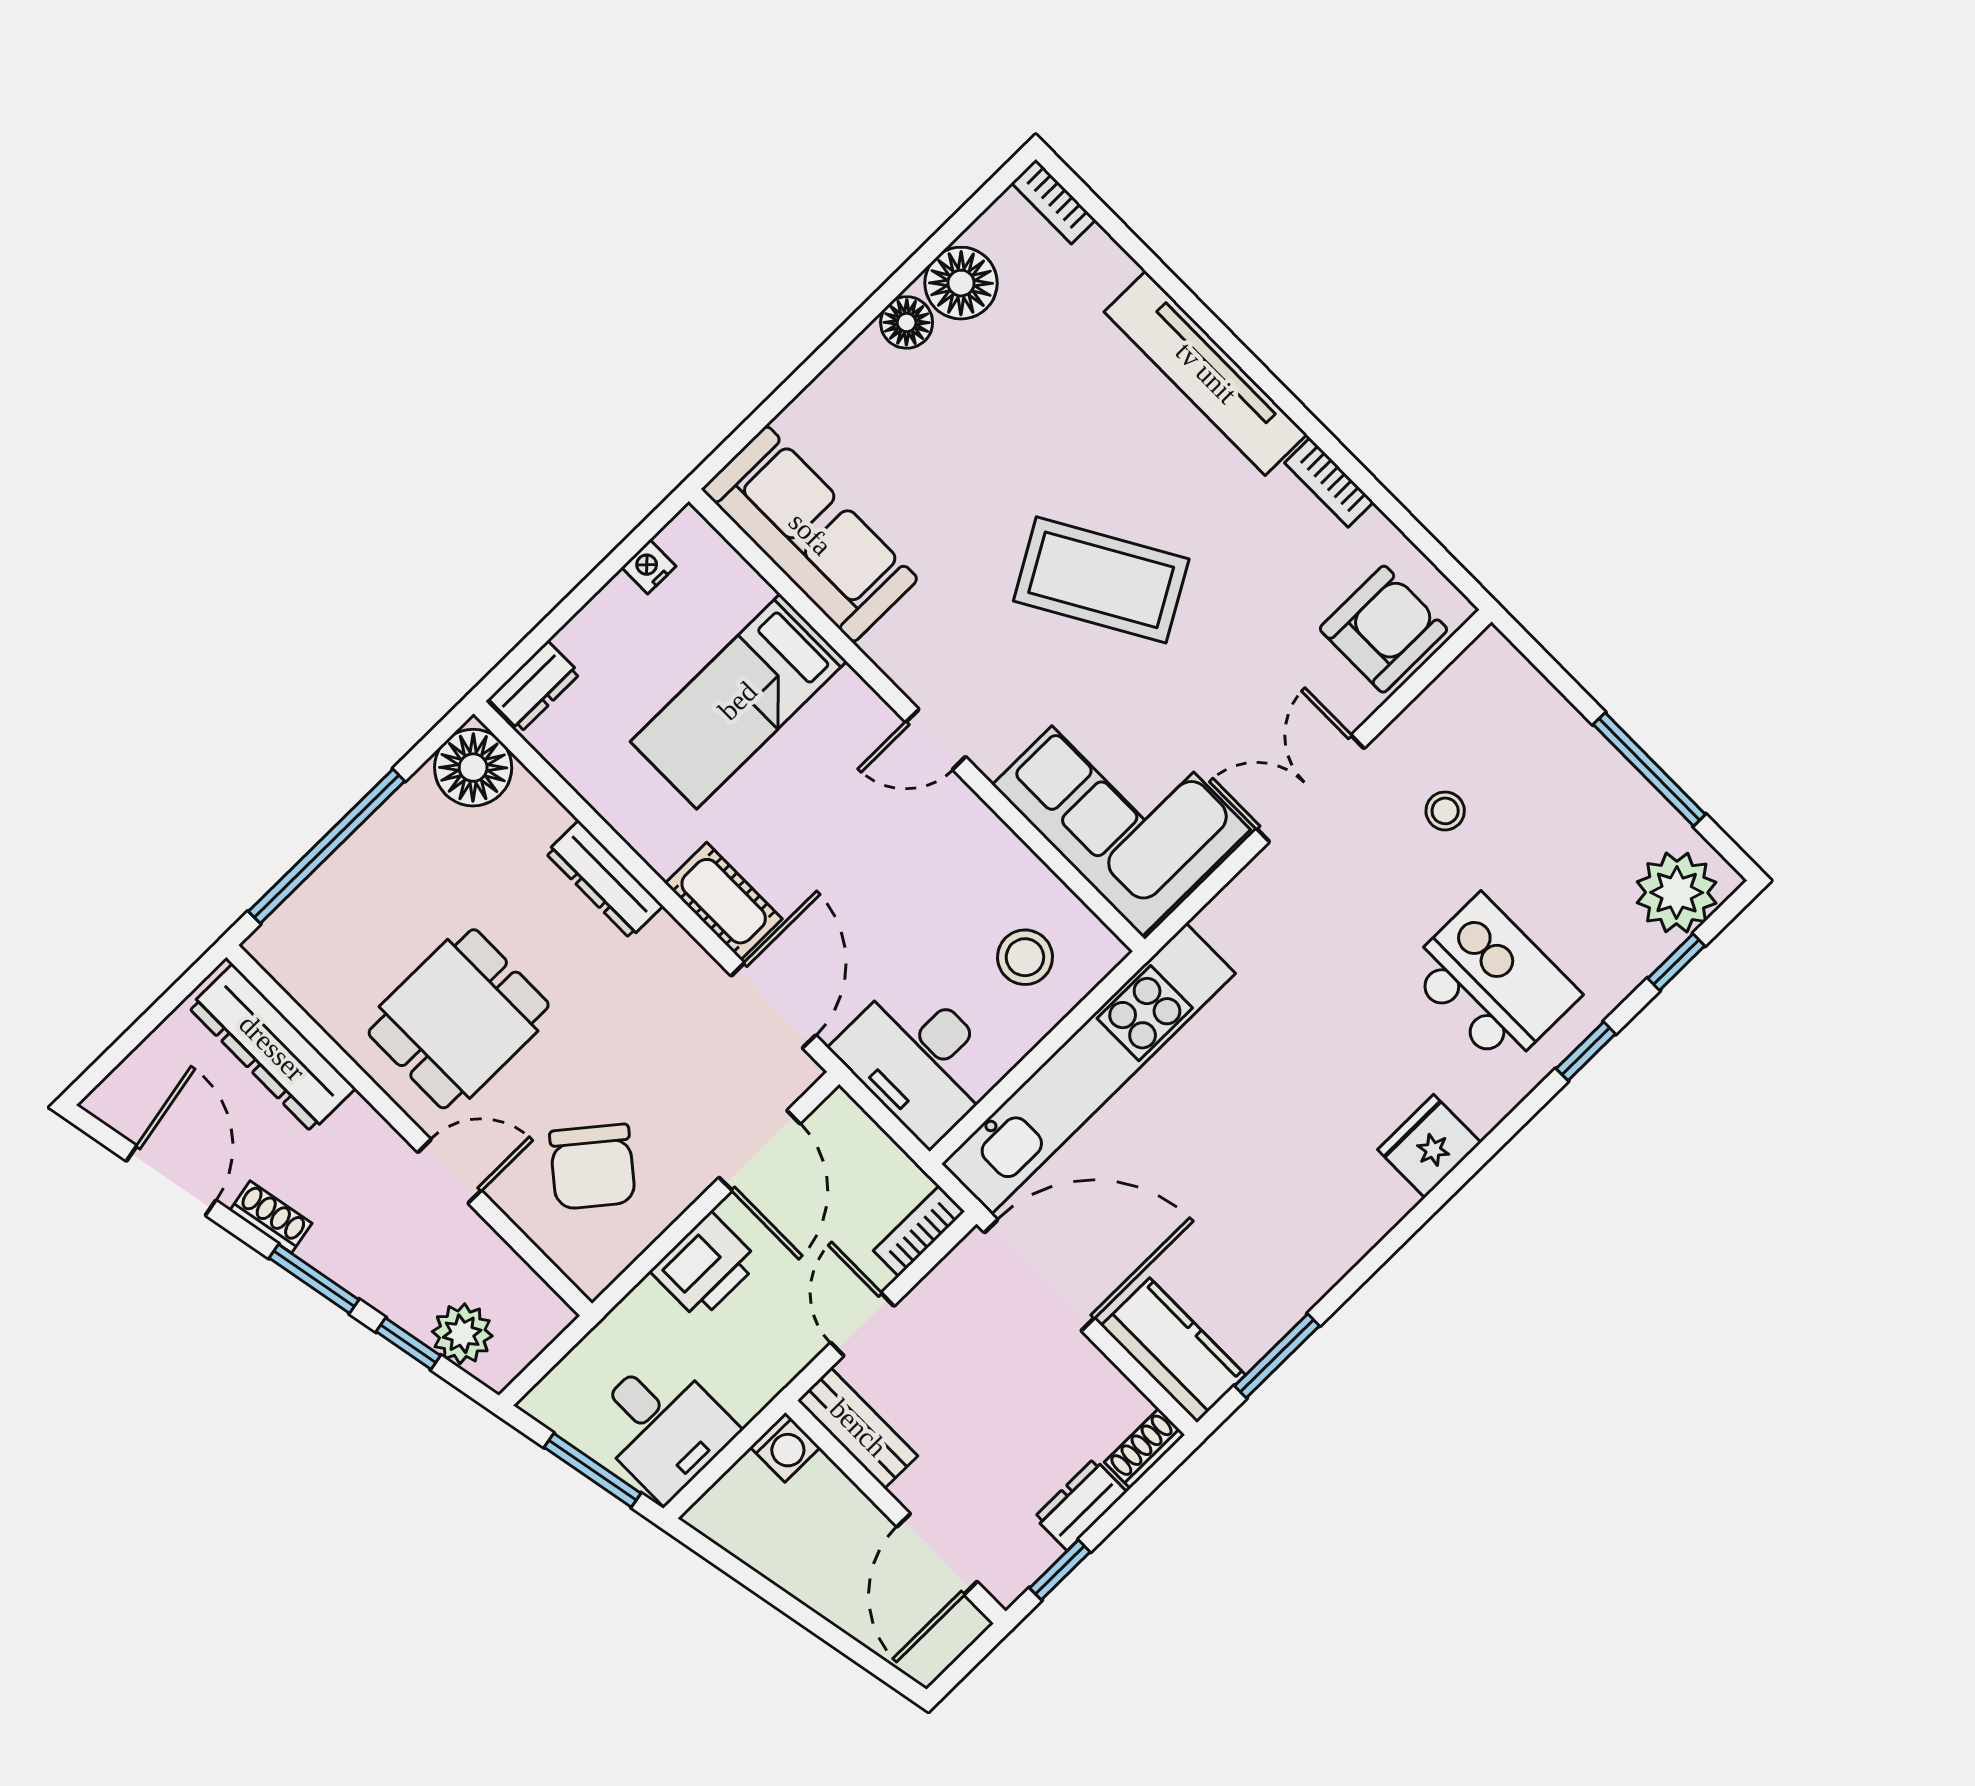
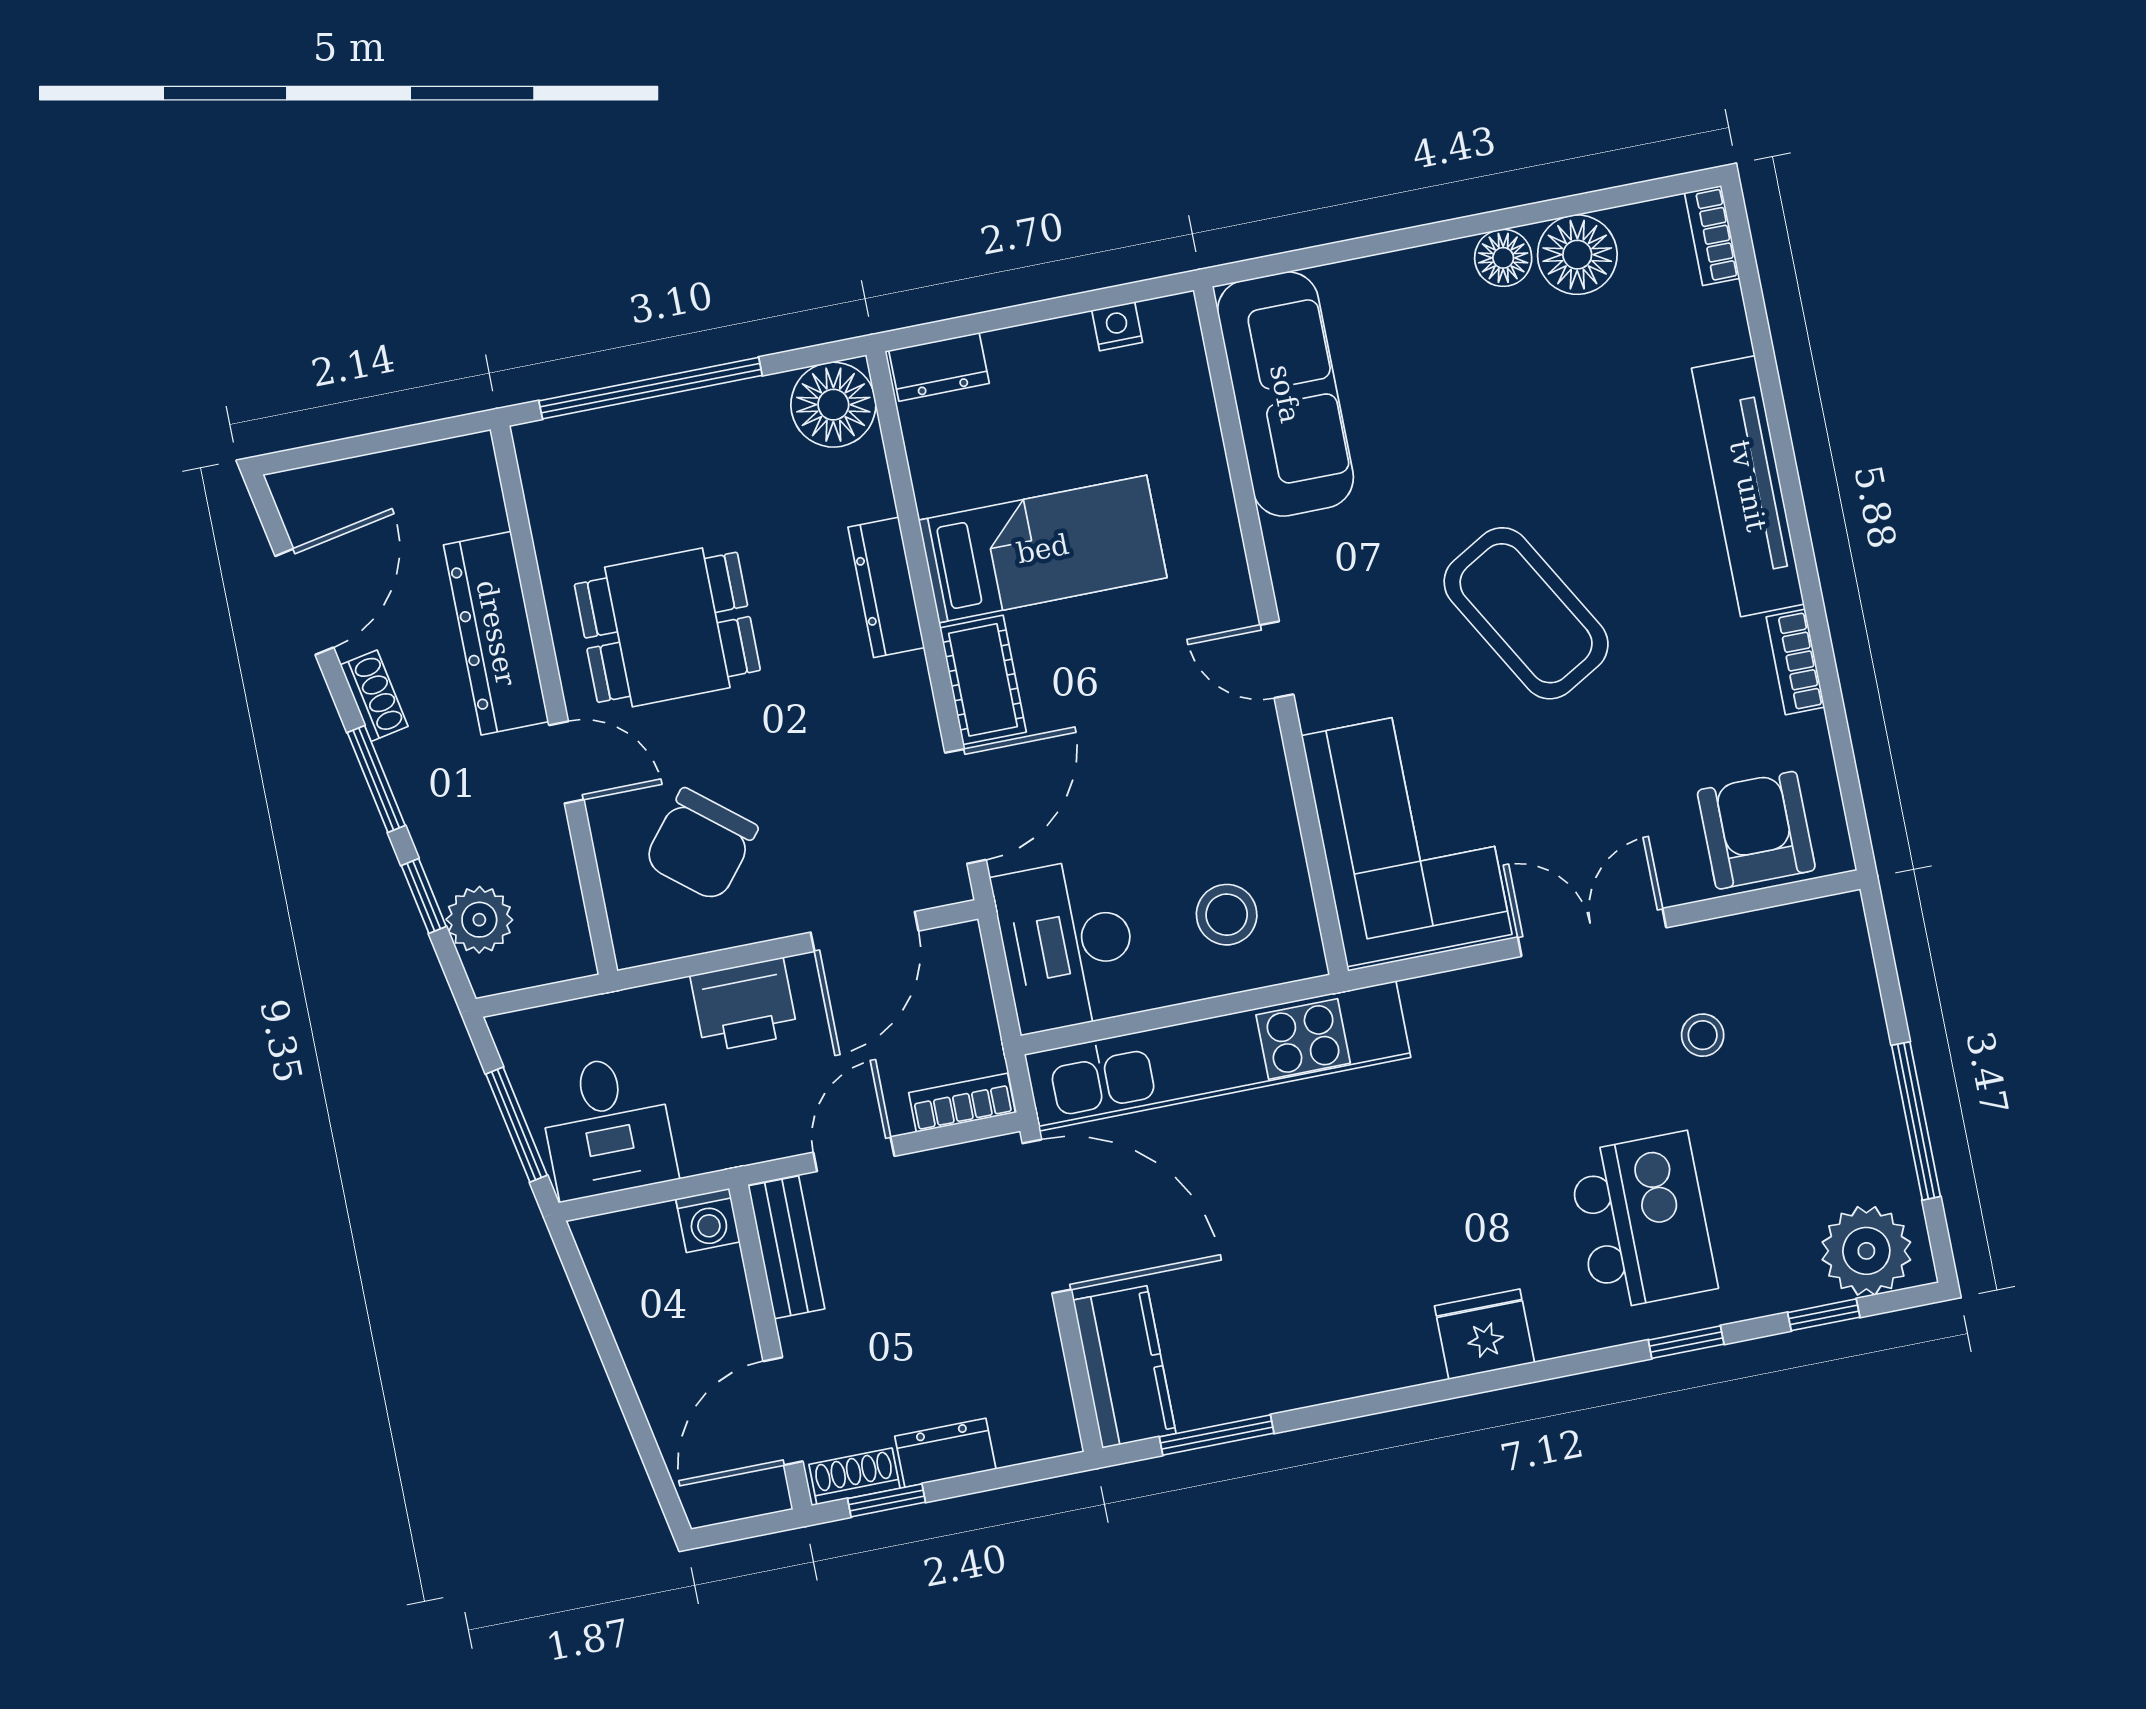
armchair: (1383, 629) -> (1756, 830), turned -90
bed: (738, 701) -> (1043, 549), moved, turned 180
dresser: (272, 1048) -> (496, 633), moved
shoe rack: (1145, 1448) -> (854, 1476), moved

